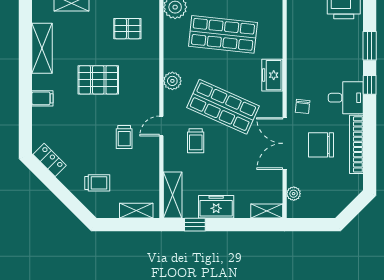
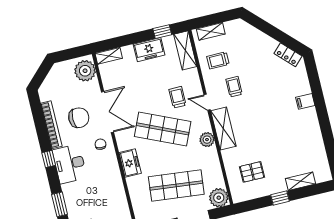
shelving: (42, 48) -> (223, 128), moved
pallet: (98, 80) -> (265, 126), removed
window: (370, 85) -> (49, 159), moved
desk: (346, 98) -> (70, 164), width x1.37
door: (161, 126) -> (207, 102), swing flipped
trolley: (97, 183) -> (218, 60), moved
plant: (294, 194) -> (85, 71), width x1.87, depth x1.87

